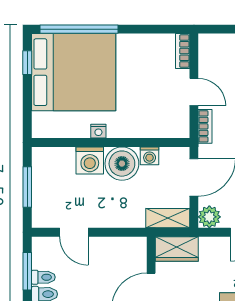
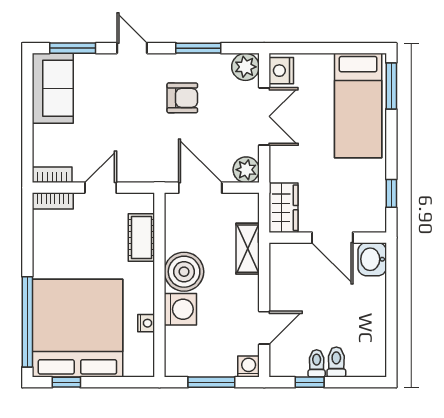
bookcase: (205, 126) -> (52, 175), moved
cot: (151, 127) -> (141, 238), added
nightstand: (98, 131) -> (146, 323), moved
washing machine: (150, 156) -> (249, 367), moved, turned -90
shelving: (168, 218) -> (248, 249), moved
window: (27, 271) -> (310, 382), width x0.67

